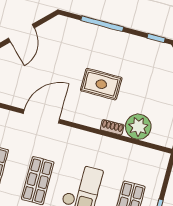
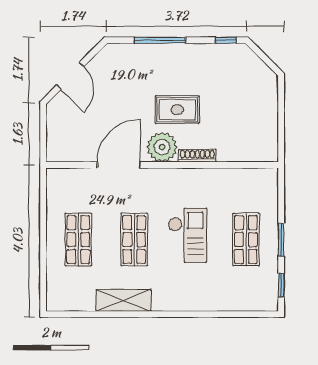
shoe rack: (112, 127) -> (197, 156), width x1.43
plant: (138, 127) -> (162, 147), moved

